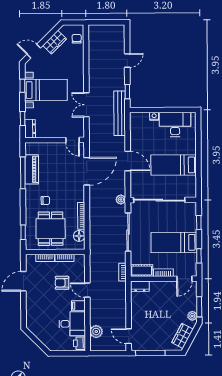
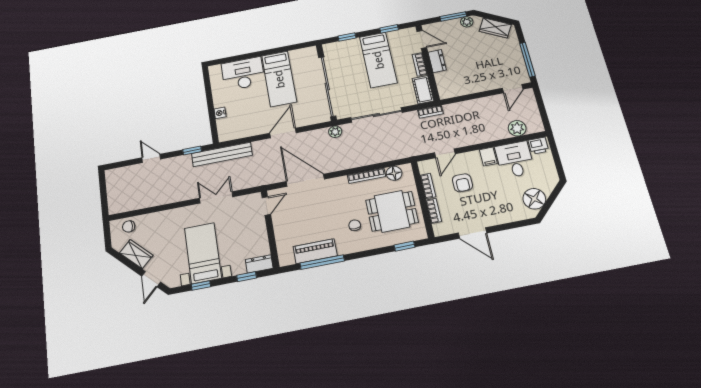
double door: (86, 105) -> (216, 197), swing flipped
desk: (175, 124) -> (243, 74), moved, turned 90
dresser: (140, 286) -> (437, 61), moved
door: (87, 290) -> (445, 153), moved
floor lamp: (40, 330) -> (534, 199), added

